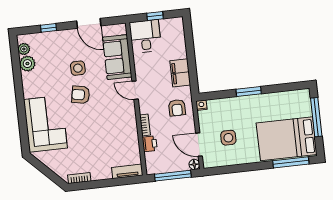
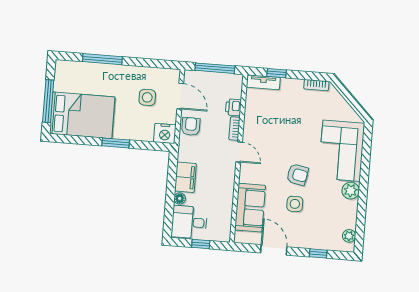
desk: (145, 36) -> (189, 222), moved, turned 90
plant: (27, 64) -> (351, 191), moved
door: (135, 90) -> (239, 152), moved
nightstand: (201, 105) -> (165, 133), width x1.89, depth x1.79
armchair: (177, 108) -> (191, 126), moved
bed: (287, 139) -> (82, 115), moved
window: (291, 162) -> (102, 59), moved
floor lamp: (194, 164) -> (180, 198), moved
window: (117, 182) -> (276, 73), added

